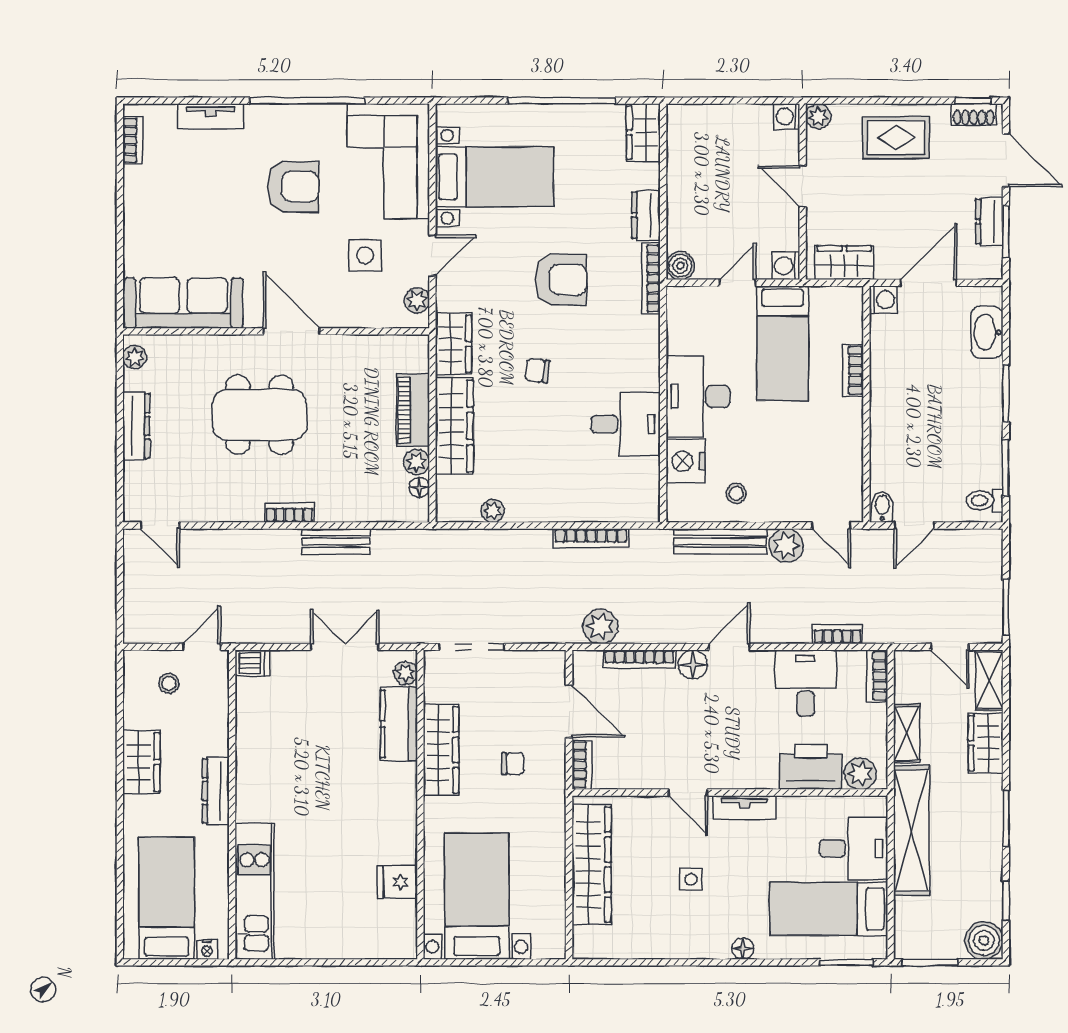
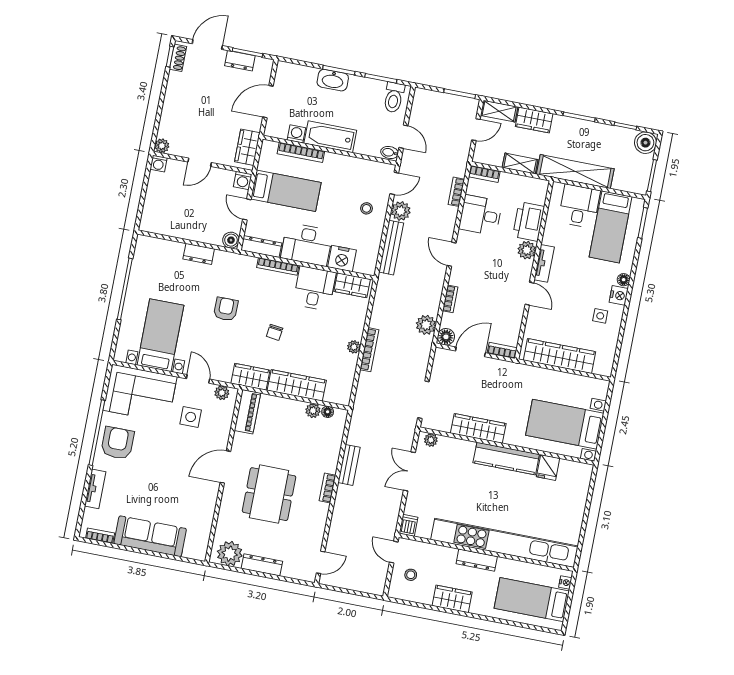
wardrobe: (643, 133) -> (352, 285), moved
rug: (896, 138) -> (182, 104), removed
armchair: (293, 187) -> (118, 443), moved
bookcase: (651, 278) -> (278, 266), moved
armchair: (561, 280) -> (226, 309), width x0.72, depth x0.72
door: (929, 283) -> (268, 102), hinge flipped
washing machine: (883, 300) -> (296, 134), moved
sofa: (183, 303) -> (150, 536), moved, turned 90
dresser: (679, 320) -> (261, 247), added
washbasin: (987, 332) -> (333, 80), moved
plant: (135, 357) -> (230, 554), width x1.87, depth x1.87
bookcase: (853, 370) -> (301, 152), width x1.56
bathtub: (890, 401) -> (330, 137), added
piano: (413, 410) -> (247, 412), moved, turned -90
stool: (736, 494) -> (366, 208), moved
toilet: (985, 500) -> (394, 97), width x1.37, depth x1.39
plant: (493, 511) -> (354, 347), moved
bookcase: (591, 538) -> (369, 350), moved
bookcase: (640, 659) -> (450, 299), width x0.64
floor lamp: (693, 664) -> (446, 337), moved
kitchen counter: (399, 724) -> (506, 459), moved, width x1.50
chair: (513, 764) -> (494, 389), removed
plant: (860, 774) -> (527, 250), moved
door: (688, 793) -> (529, 294), hinge flipped
side table: (691, 879) -> (600, 316), moved
kitchen unit: (254, 891) -> (504, 543), width x1.86
nightstand: (714, 945) -> (619, 295), added

